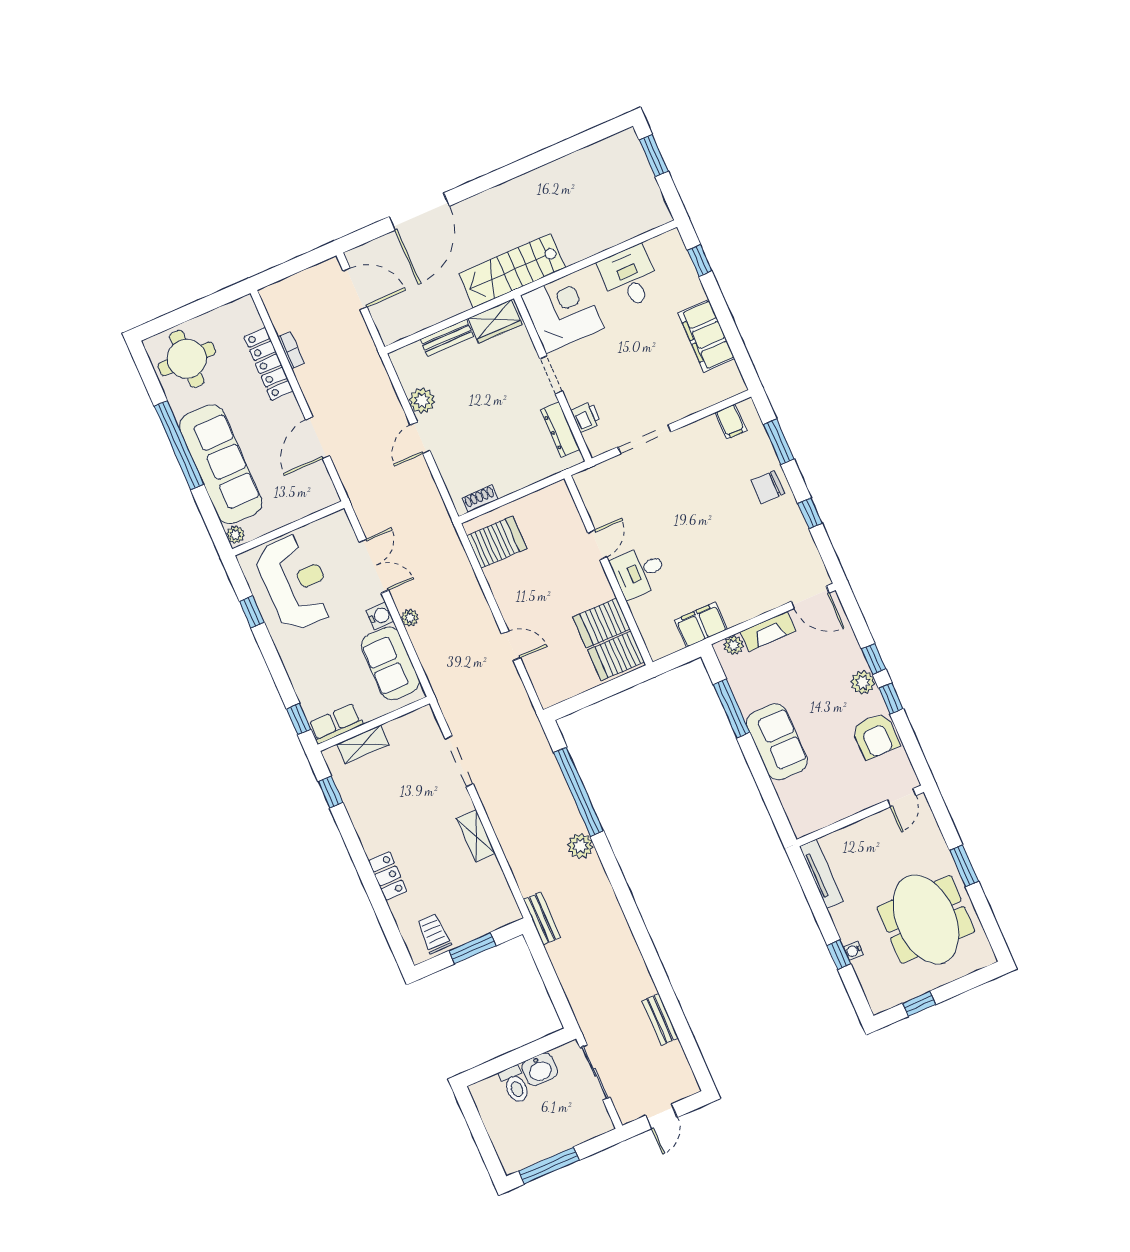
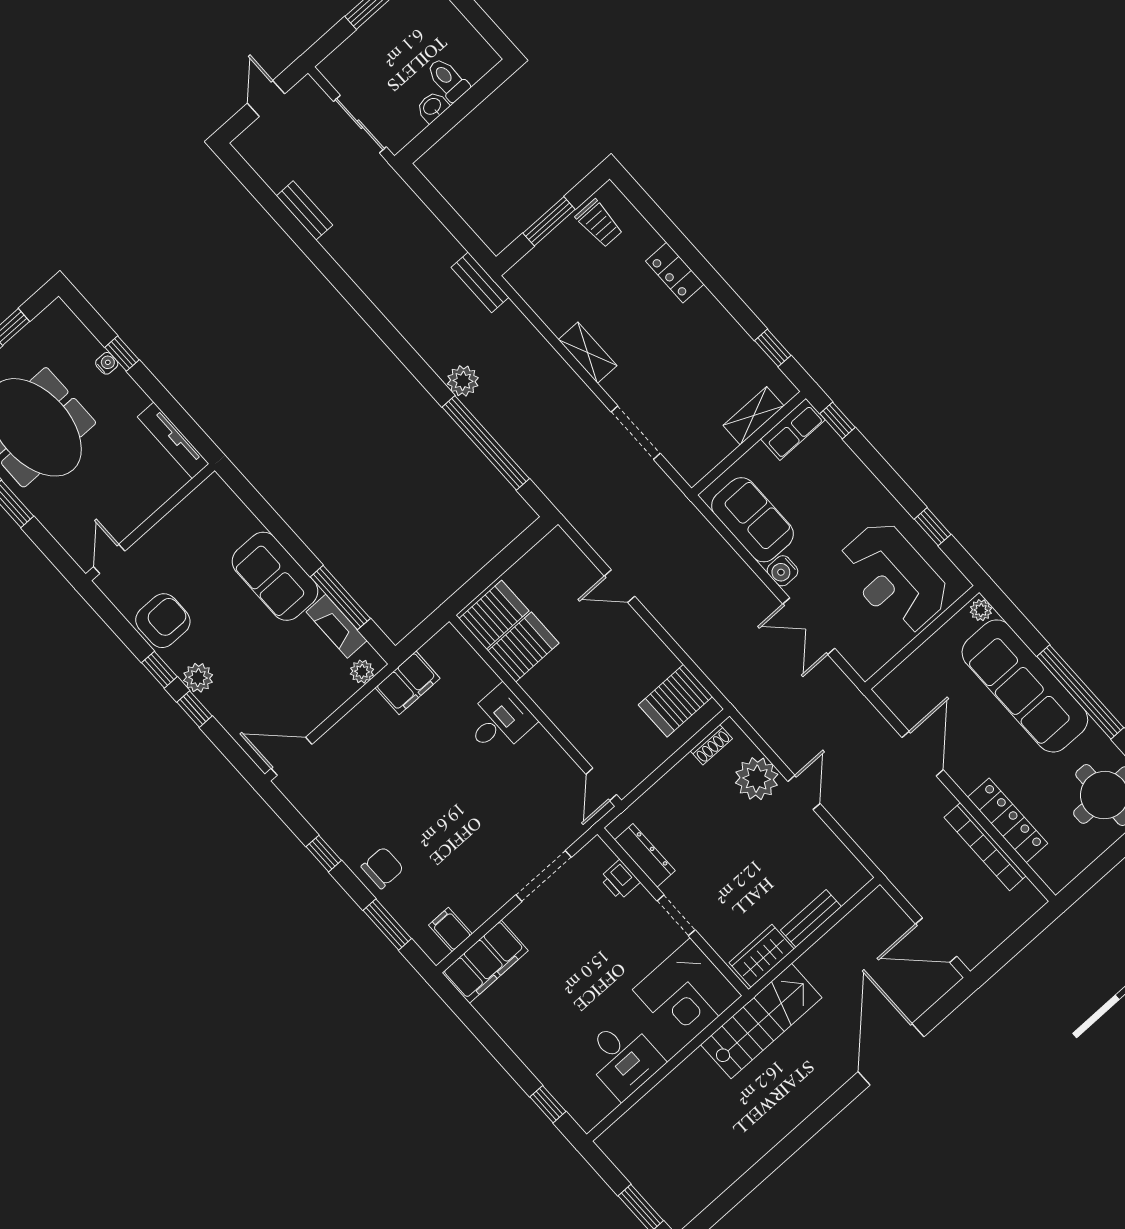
filing cabinet: (706, 336) -> (485, 962), moved, turned 90
bookcase: (291, 350) -> (985, 847), width x2.31, depth x1.31
plant: (422, 401) -> (757, 779), moved, width x1.36, depth x1.36
door: (597, 545) -> (601, 784), moved
plant: (410, 618) -> (747, 580), removed
fireplace: (768, 631) -> (336, 626), moved, turned -90
armchair: (876, 736) -> (163, 621), turned 90
washbasin: (540, 1069) -> (432, 107), width x0.72, depth x0.69

